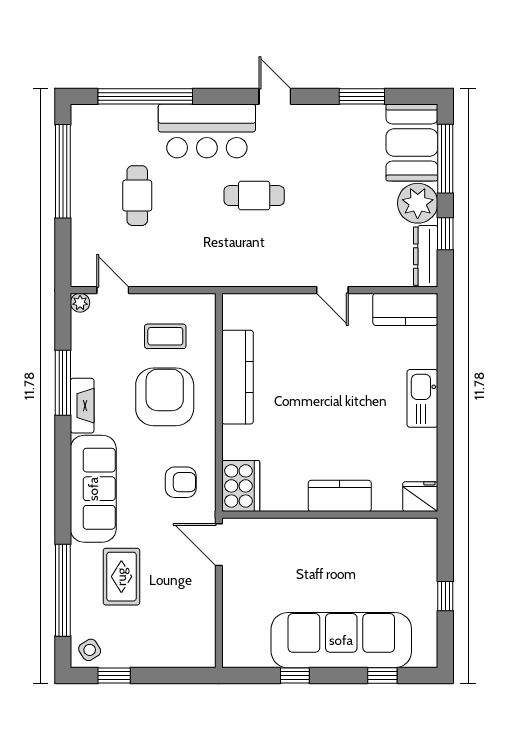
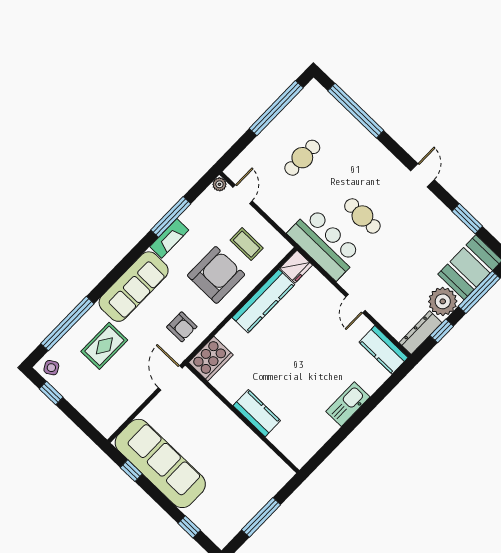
bar counter: (207, 131) -> (325, 244), moved, turned 180
fridge: (420, 497) -> (296, 267), moved, turned 90
window: (445, 596) -> (261, 517), width x2.17
sofa: (341, 640) -> (160, 463), moved
window: (295, 676) -> (131, 471), moved

